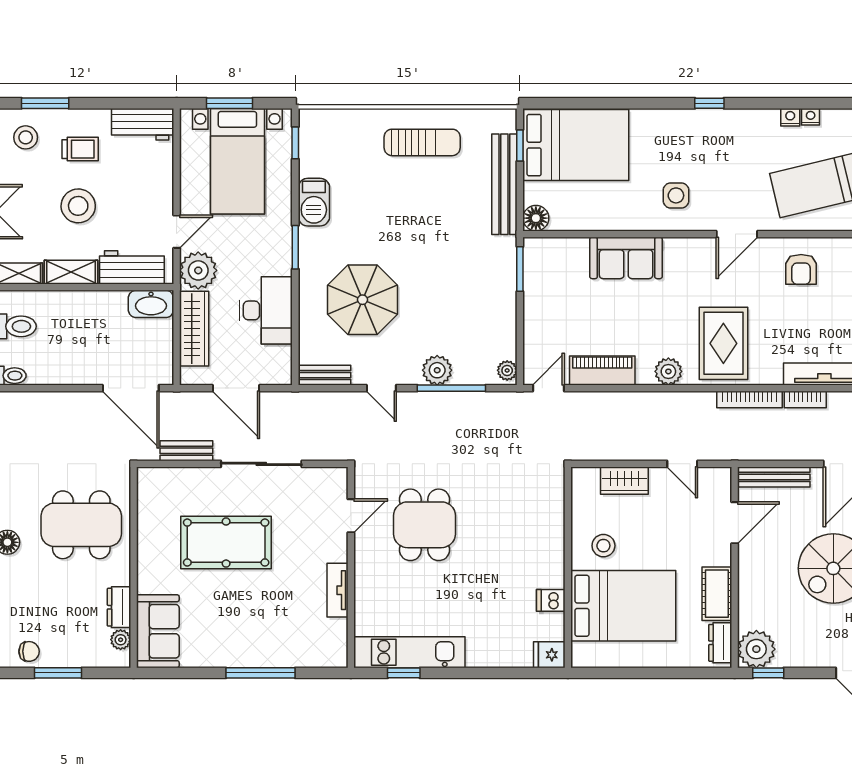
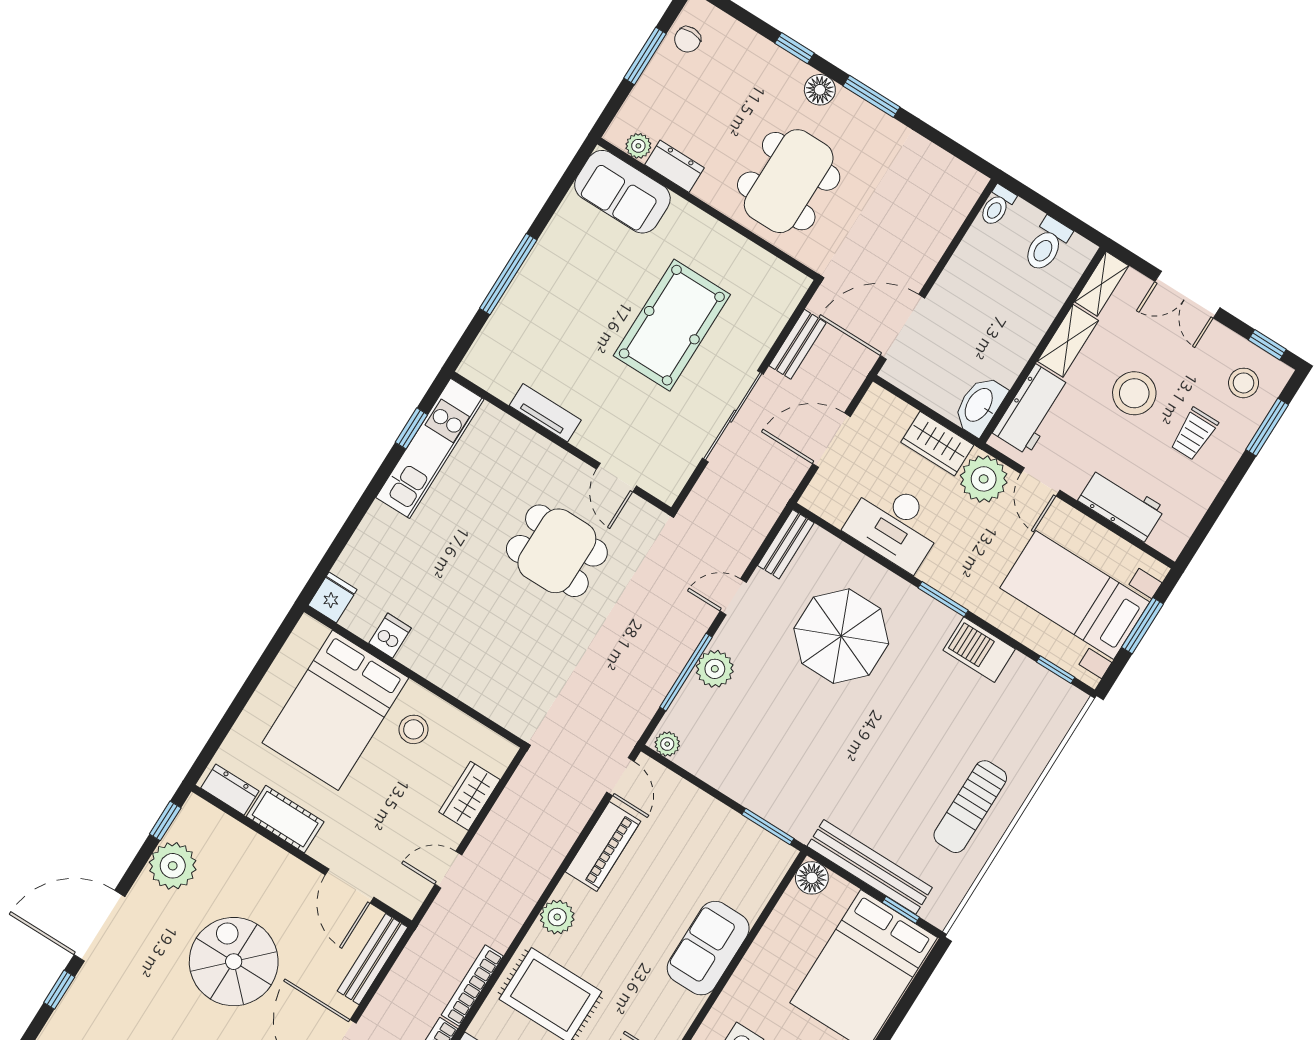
workbench: (143, 124) -> (1122, 504), moved, turned 90
wardrobe: (194, 329) -> (937, 444), width x0.67
plant: (756, 649) -> (173, 866), moved

